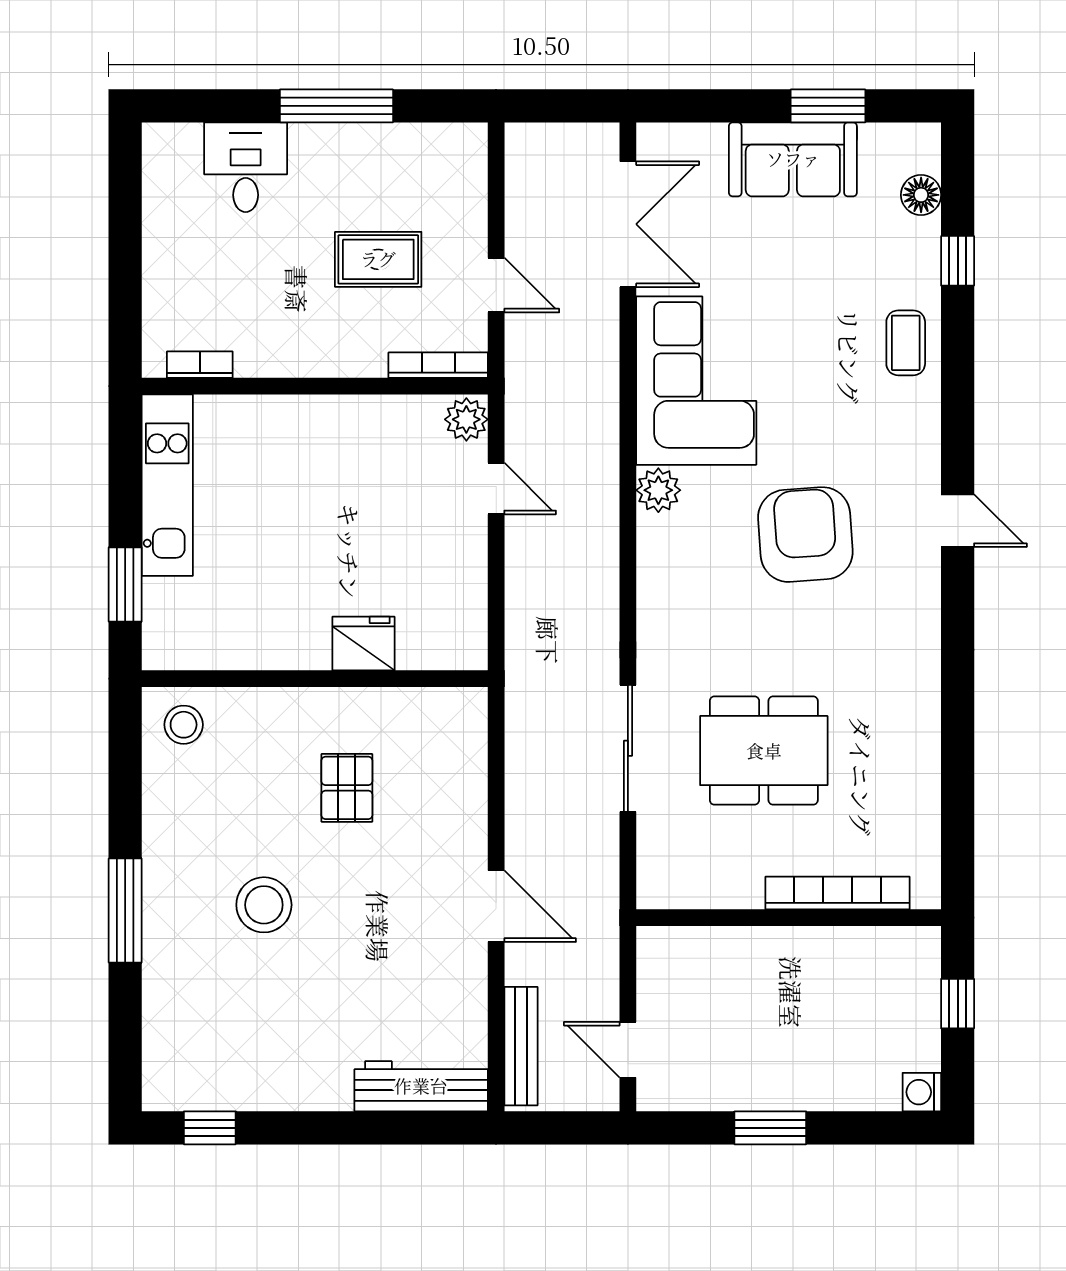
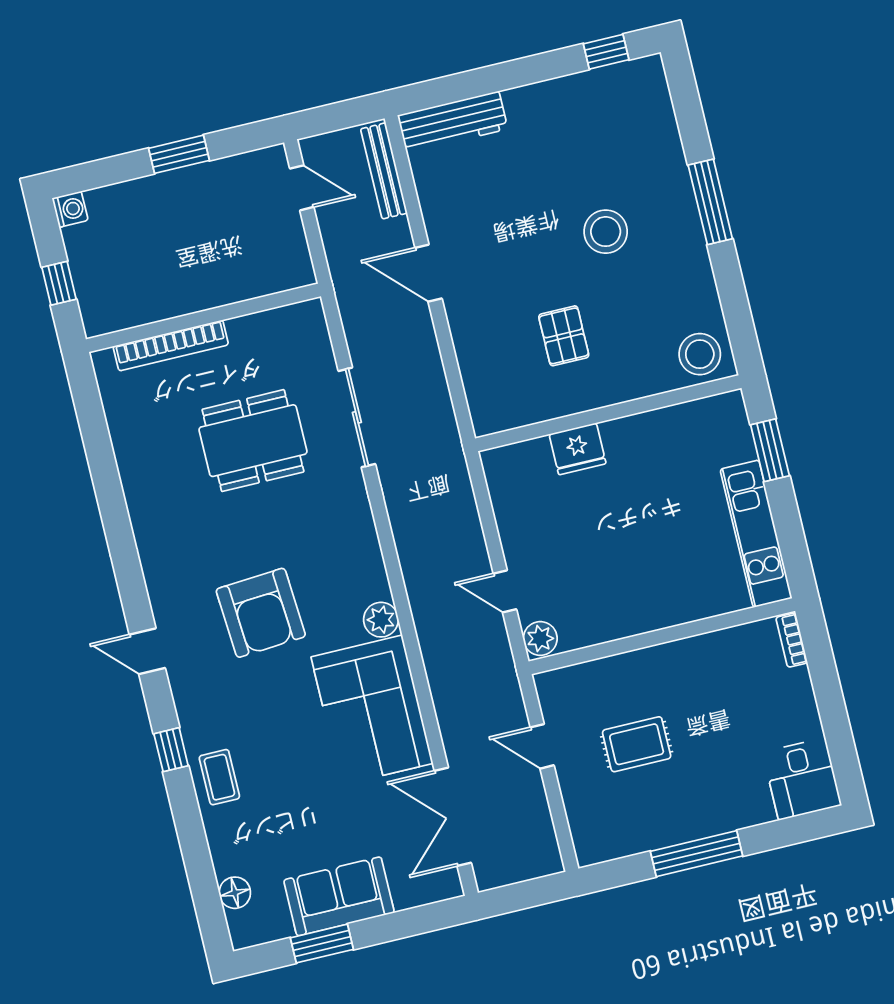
desk: (246, 167) -> (802, 779), moved
window: (958, 261) -> (171, 750), moved
bookcase: (200, 365) -> (792, 640), moved, turned 90
bookcase: (438, 365) -> (572, 675), removed
stool: (184, 725) -> (700, 354), width x1.38, depth x1.38

